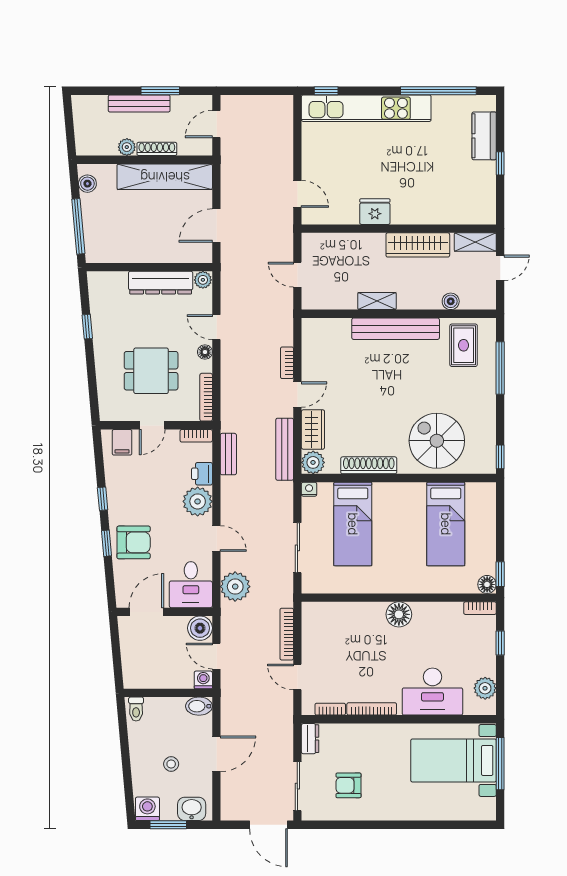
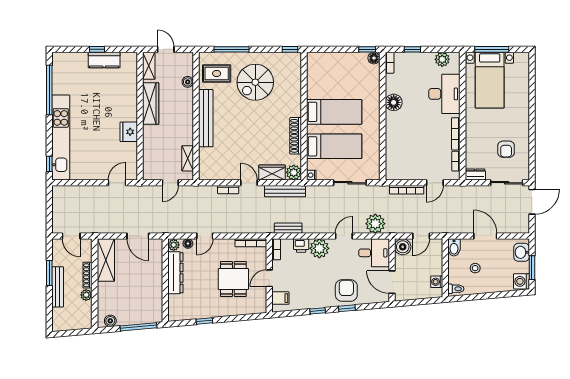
kitchen counter: (484, 136) -> (104, 60), moved
shelving: (165, 177) -> (106, 260), width x0.68
shelving: (377, 301) -> (188, 158), moved
floor lamp: (205, 352) -> (188, 244), moved
door: (152, 425) -> (269, 278), swing flipped
spiral stairs: (437, 441) -> (255, 82), moved
bed: (446, 524) -> (334, 112), moved
floor lamp: (399, 614) -> (394, 102), moved
washing machine: (203, 680) -> (437, 282), moved
stool: (171, 764) -> (475, 268), moved

